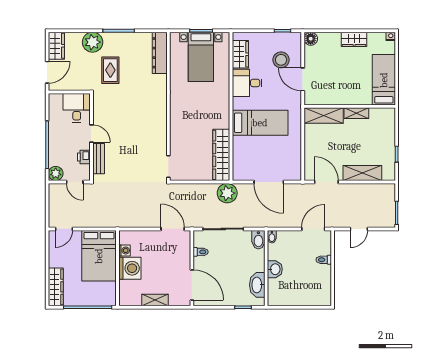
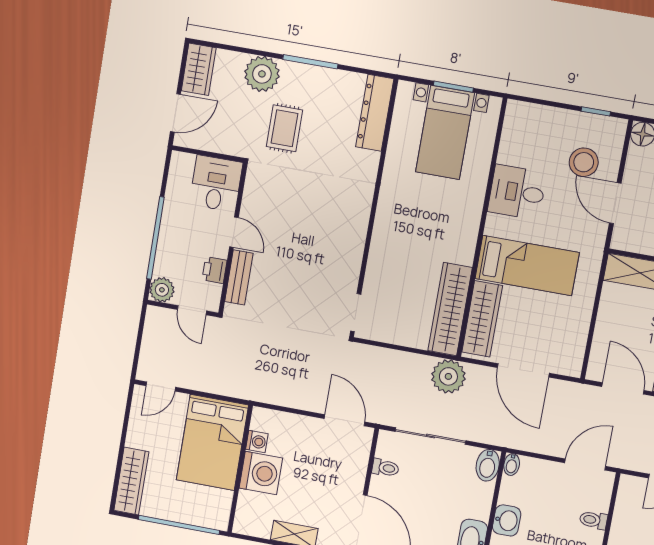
wardrobe: (240, 54) -> (482, 319), moved, width x1.50

